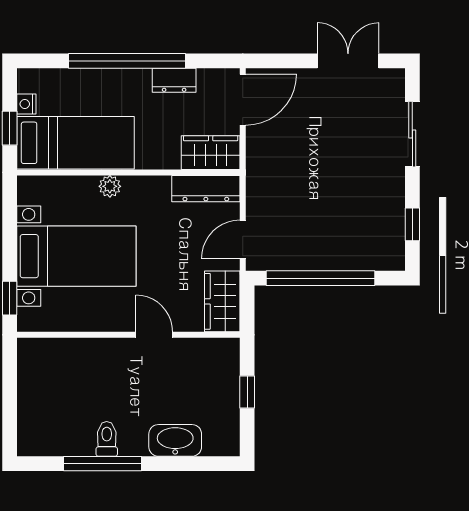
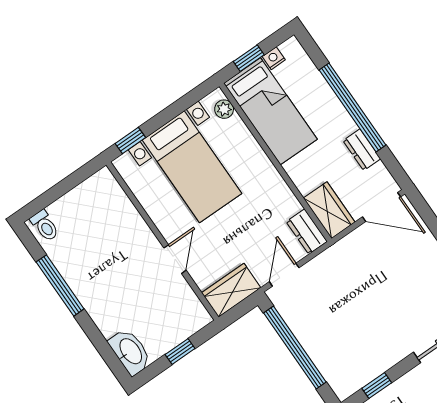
plant: (110, 186) -> (224, 109), moved
dresser: (206, 189) -> (307, 232), width x0.70
door: (243, 239) -> (284, 275), hinge flipped
toilet: (107, 439) -> (45, 226), moved, turned 90
washbasin: (175, 440) -> (130, 352), moved

